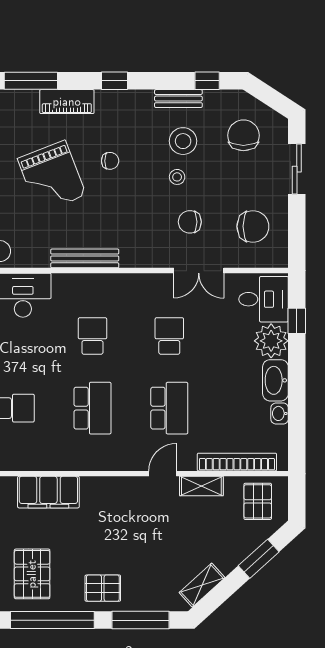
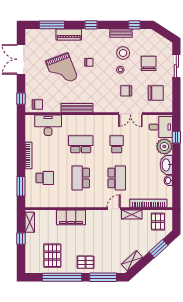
chair: (243, 135) -> (149, 63), moved
school desk: (92, 336) -> (81, 144), width x1.85
school desk: (92, 408) -> (81, 178), turned 180
filing cabinet: (48, 492) -> (71, 217), moved

